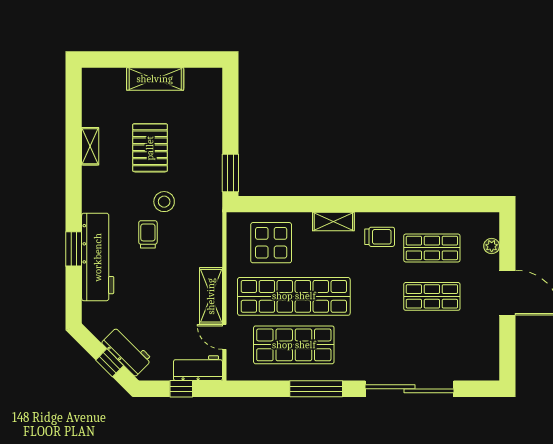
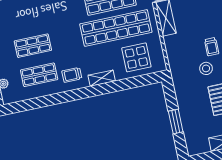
window: (230, 173) -> (176, 122), moved

